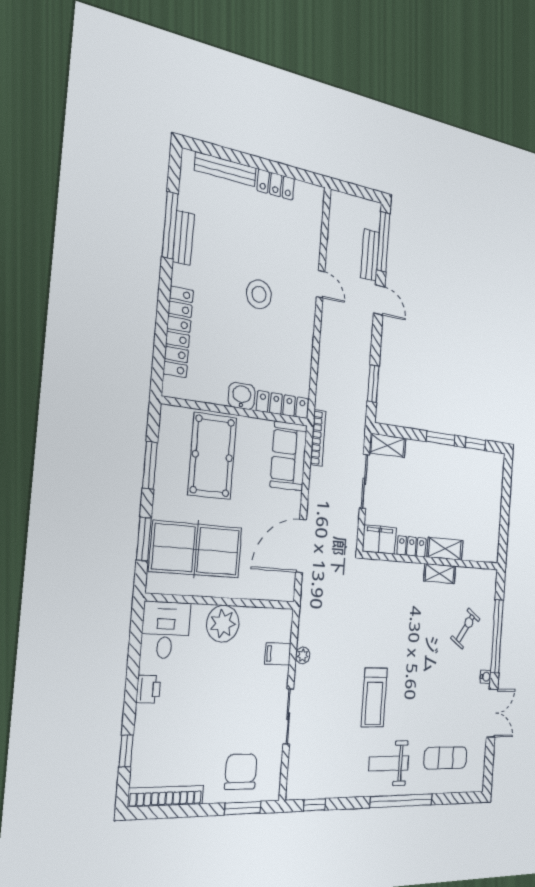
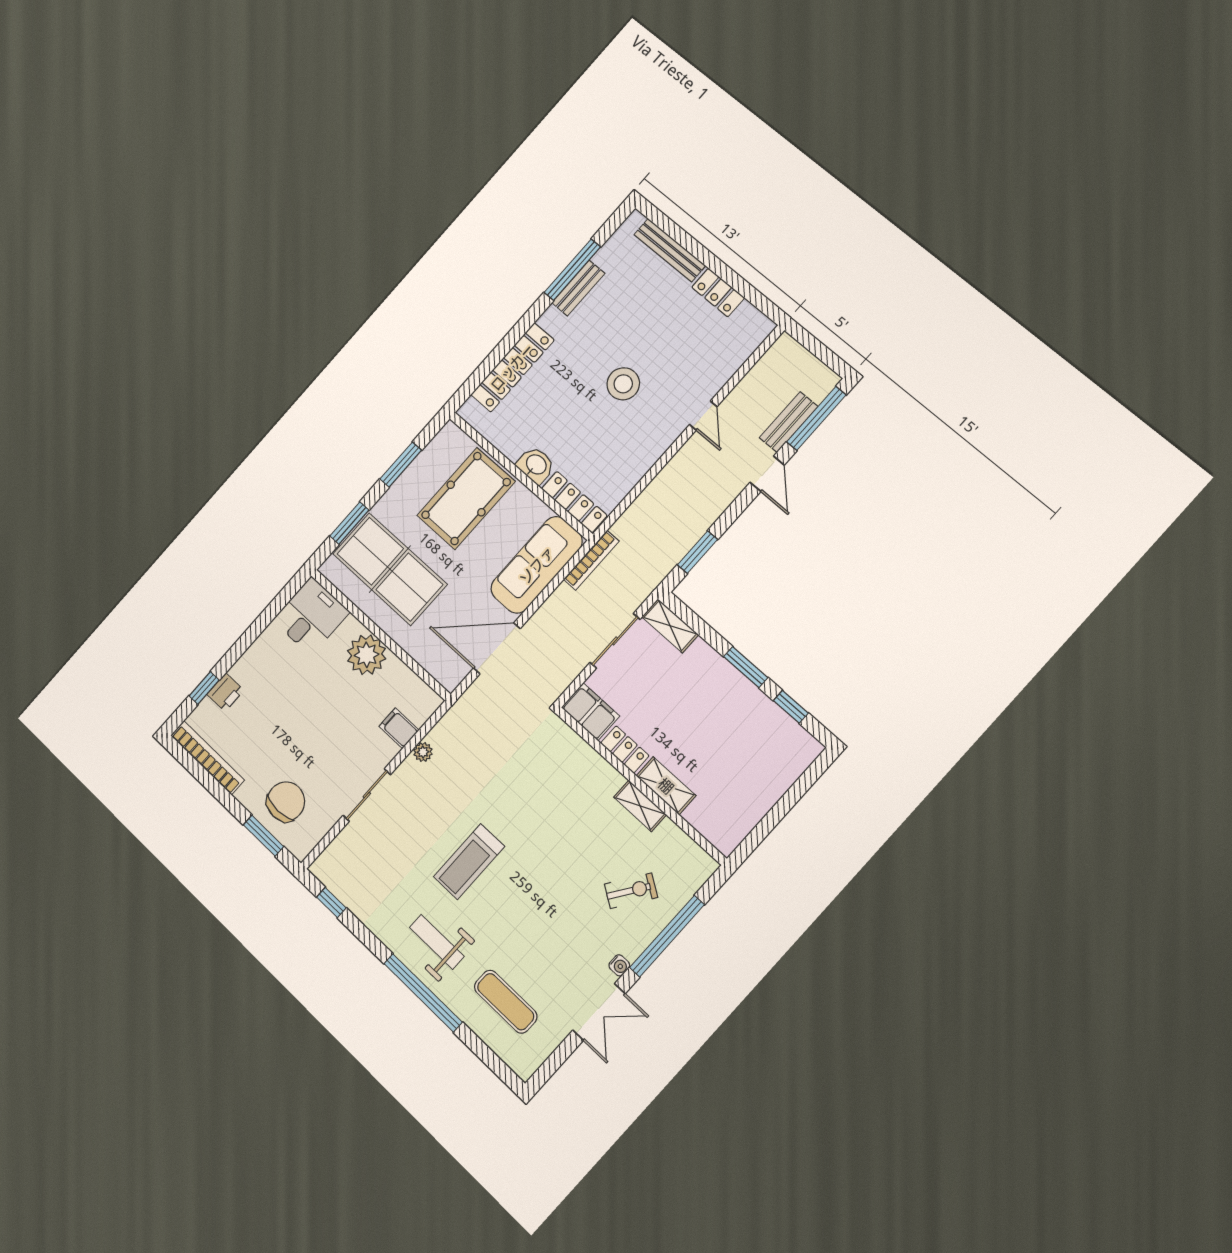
sofa: (289, 456) -> (537, 565), width x1.36
printer: (148, 689) -> (225, 692), moved

